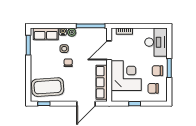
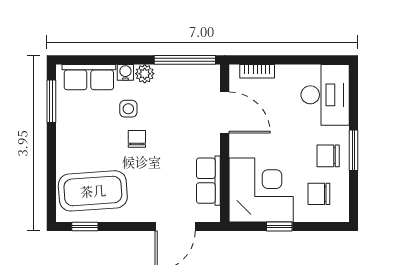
door: (109, 50) -> (225, 112), swing flipped
corner desk: (126, 76) -> (261, 190), moved
row of seats: (102, 82) -> (208, 181), width x0.68

